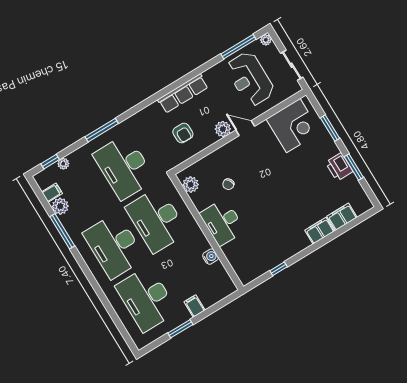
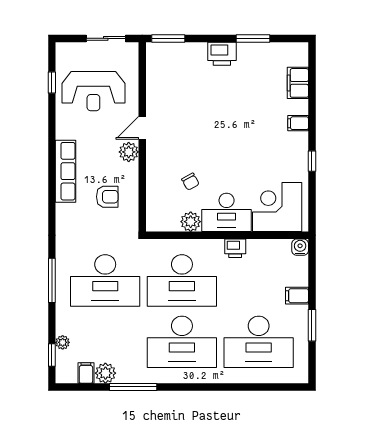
plant: (266, 40) -> (62, 49), removed
window: (238, 47) -> (52, 82), width x0.46
corner desk: (293, 126) -> (277, 207), moved, turned -90
window: (330, 128) -> (168, 38), moved
printer: (339, 167) -> (222, 54), moved
plant: (191, 185) -> (191, 222), moved
filing cabinet: (320, 231) -> (298, 123), width x0.50
printer: (201, 243) -> (235, 248), added
water cooler: (210, 257) -> (300, 247), moved
window: (279, 269) -> (312, 161), moved

